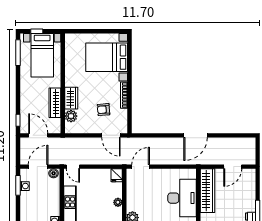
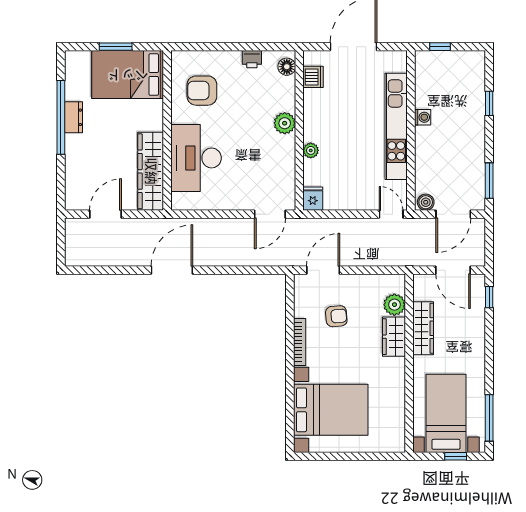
door: (111, 135) -> (323, 270), hinge flipped
washing machine: (25, 186) -> (477, 180), removed

